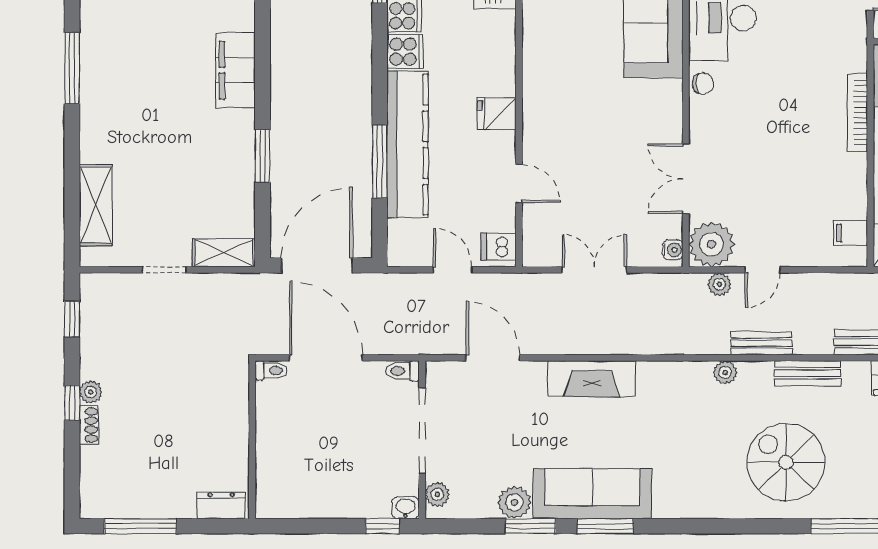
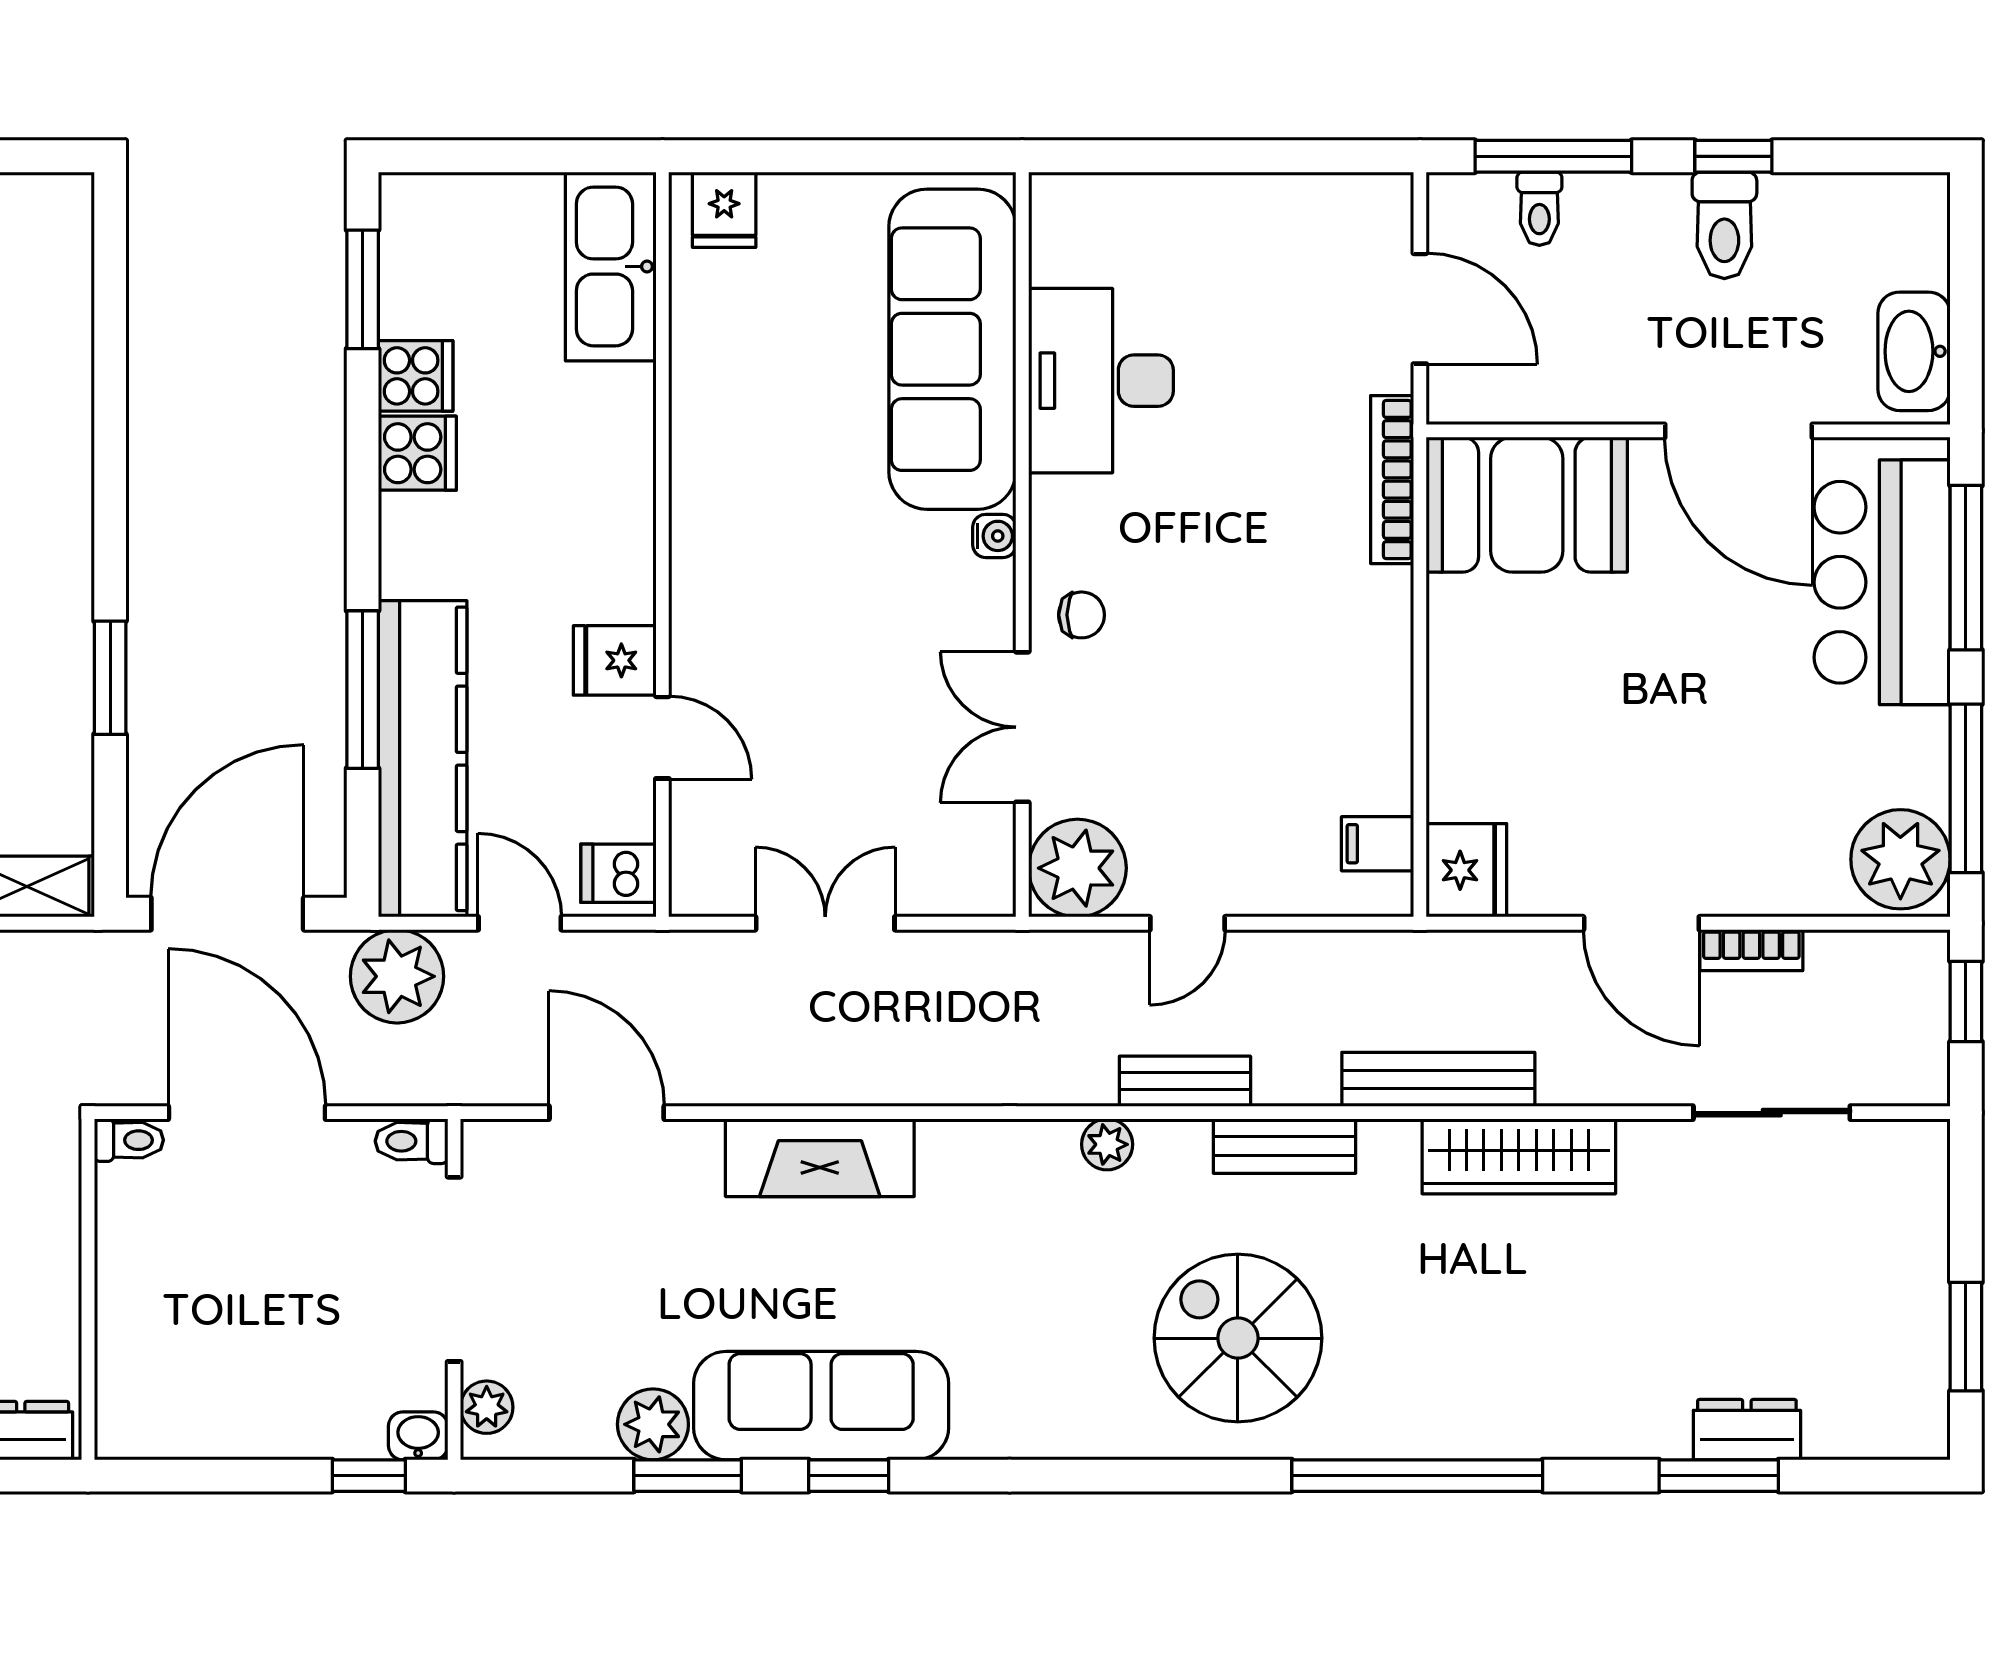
filing cabinet: (236, 70) -> (52, 493), removed
chair: (703, 84) -> (1081, 615), moved
bookcase: (857, 113) -> (1392, 480), moved
fridge: (497, 114) -> (615, 660), moved
kitchen counter: (408, 145) -> (423, 759), moved
water cooler: (673, 250) -> (994, 536), moved
plant: (719, 284) -> (397, 976), moved, width x1.88, depth x1.88
window: (605, 526) -> (849, 1476), width x0.67

